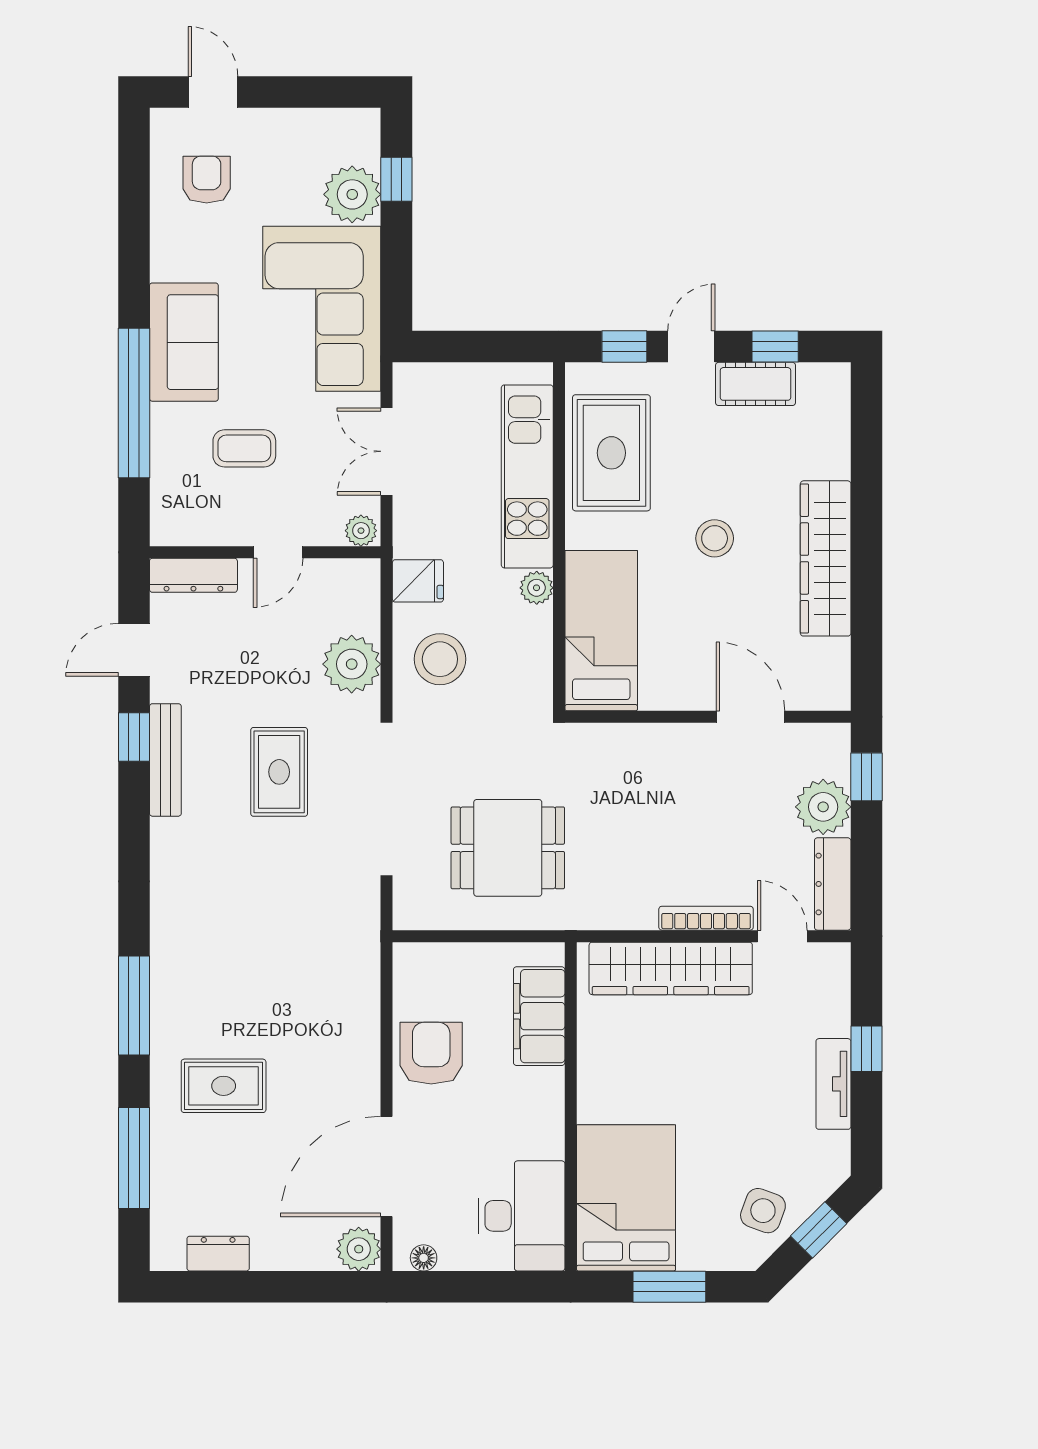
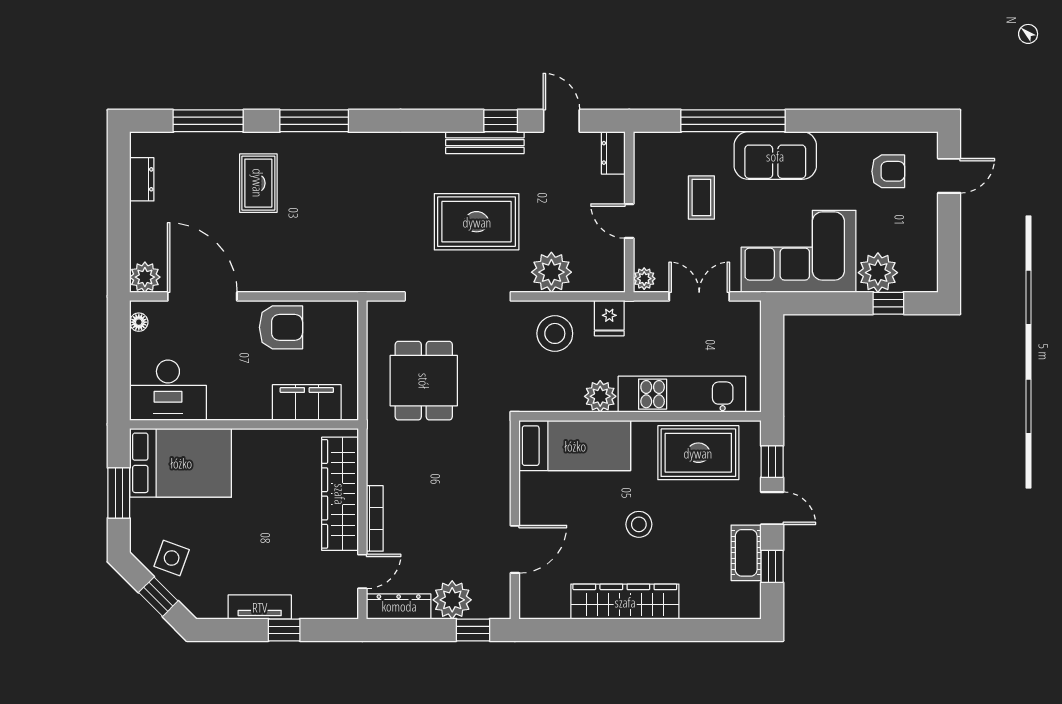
dresser: (193, 575) -> (613, 153), width x0.70
plant: (537, 588) -> (600, 396), width x1.38, depth x1.38
rug: (279, 772) -> (477, 222), width x1.36, depth x1.43

